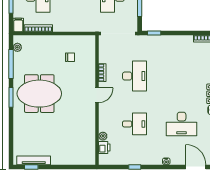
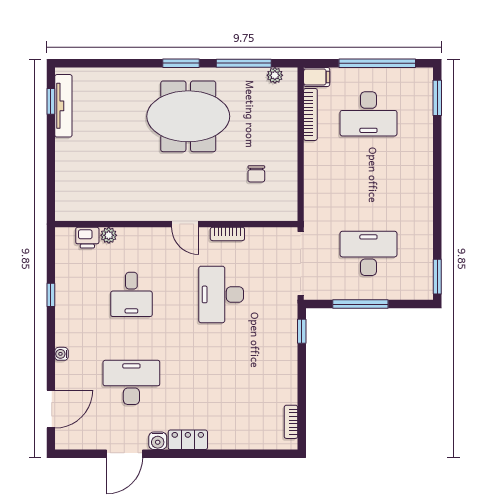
desk: (135, 76) -> (221, 294), turned 90
meeting table: (39, 94) -> (188, 116), turned 90
desk: (182, 124) -> (131, 382), turned 90

